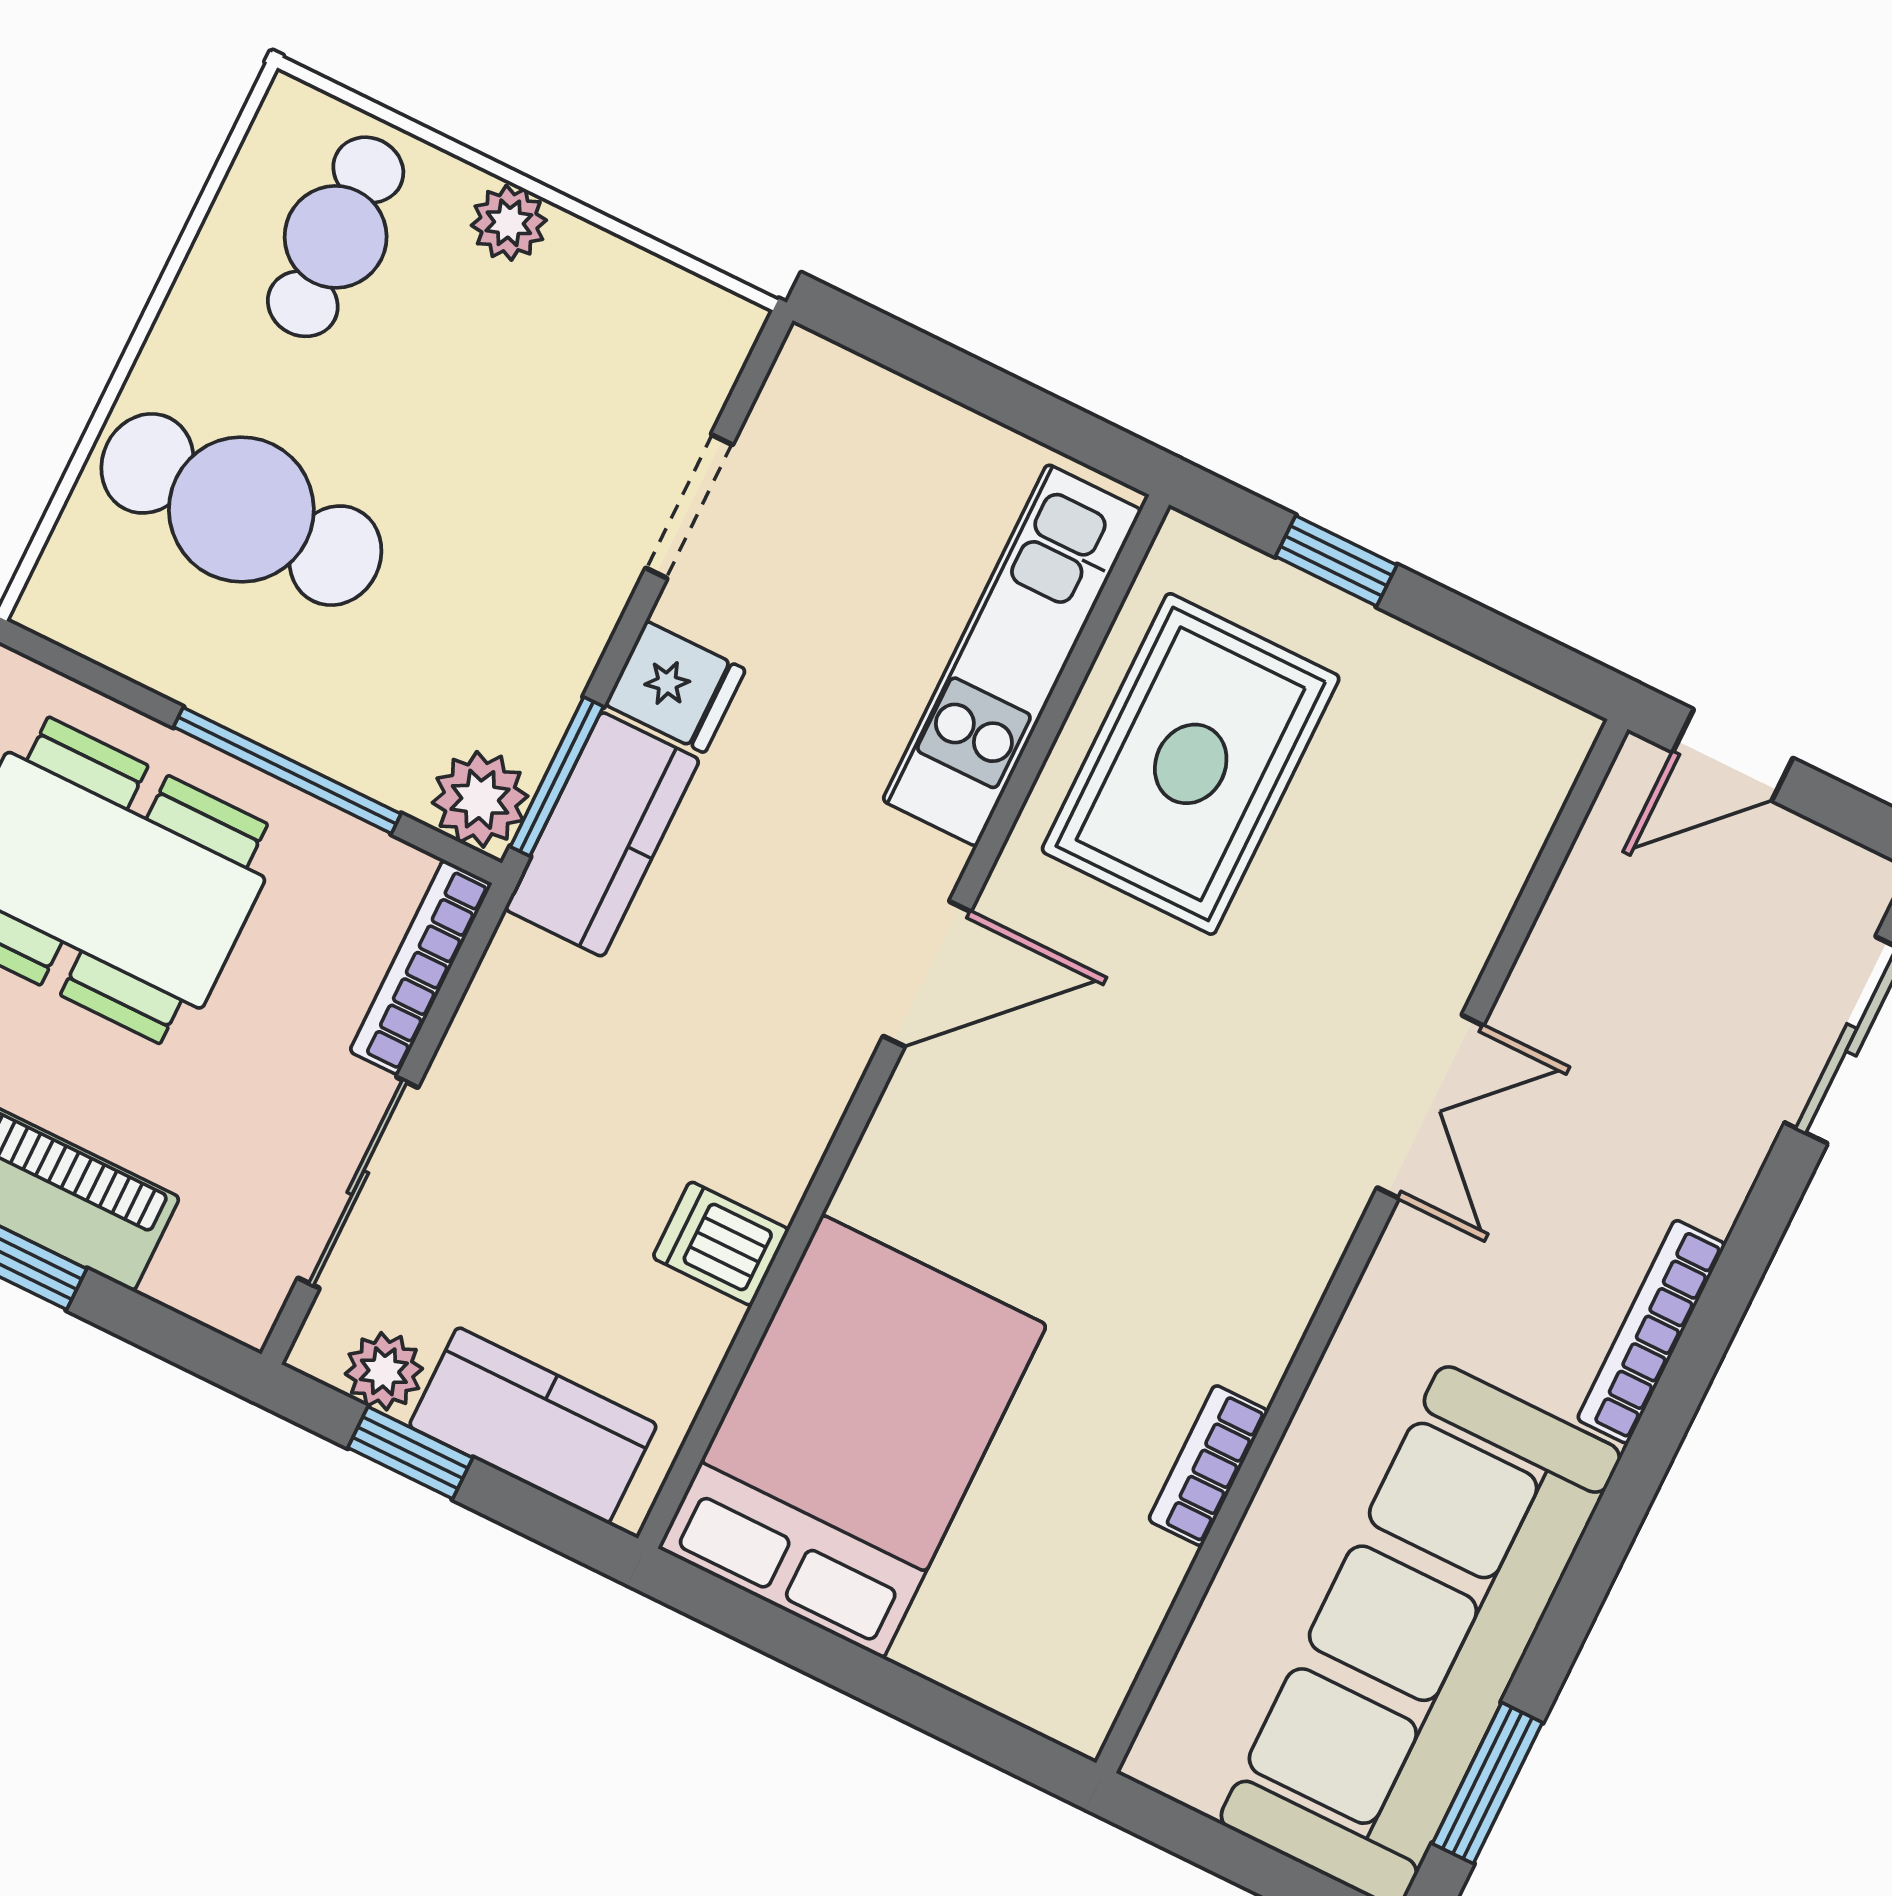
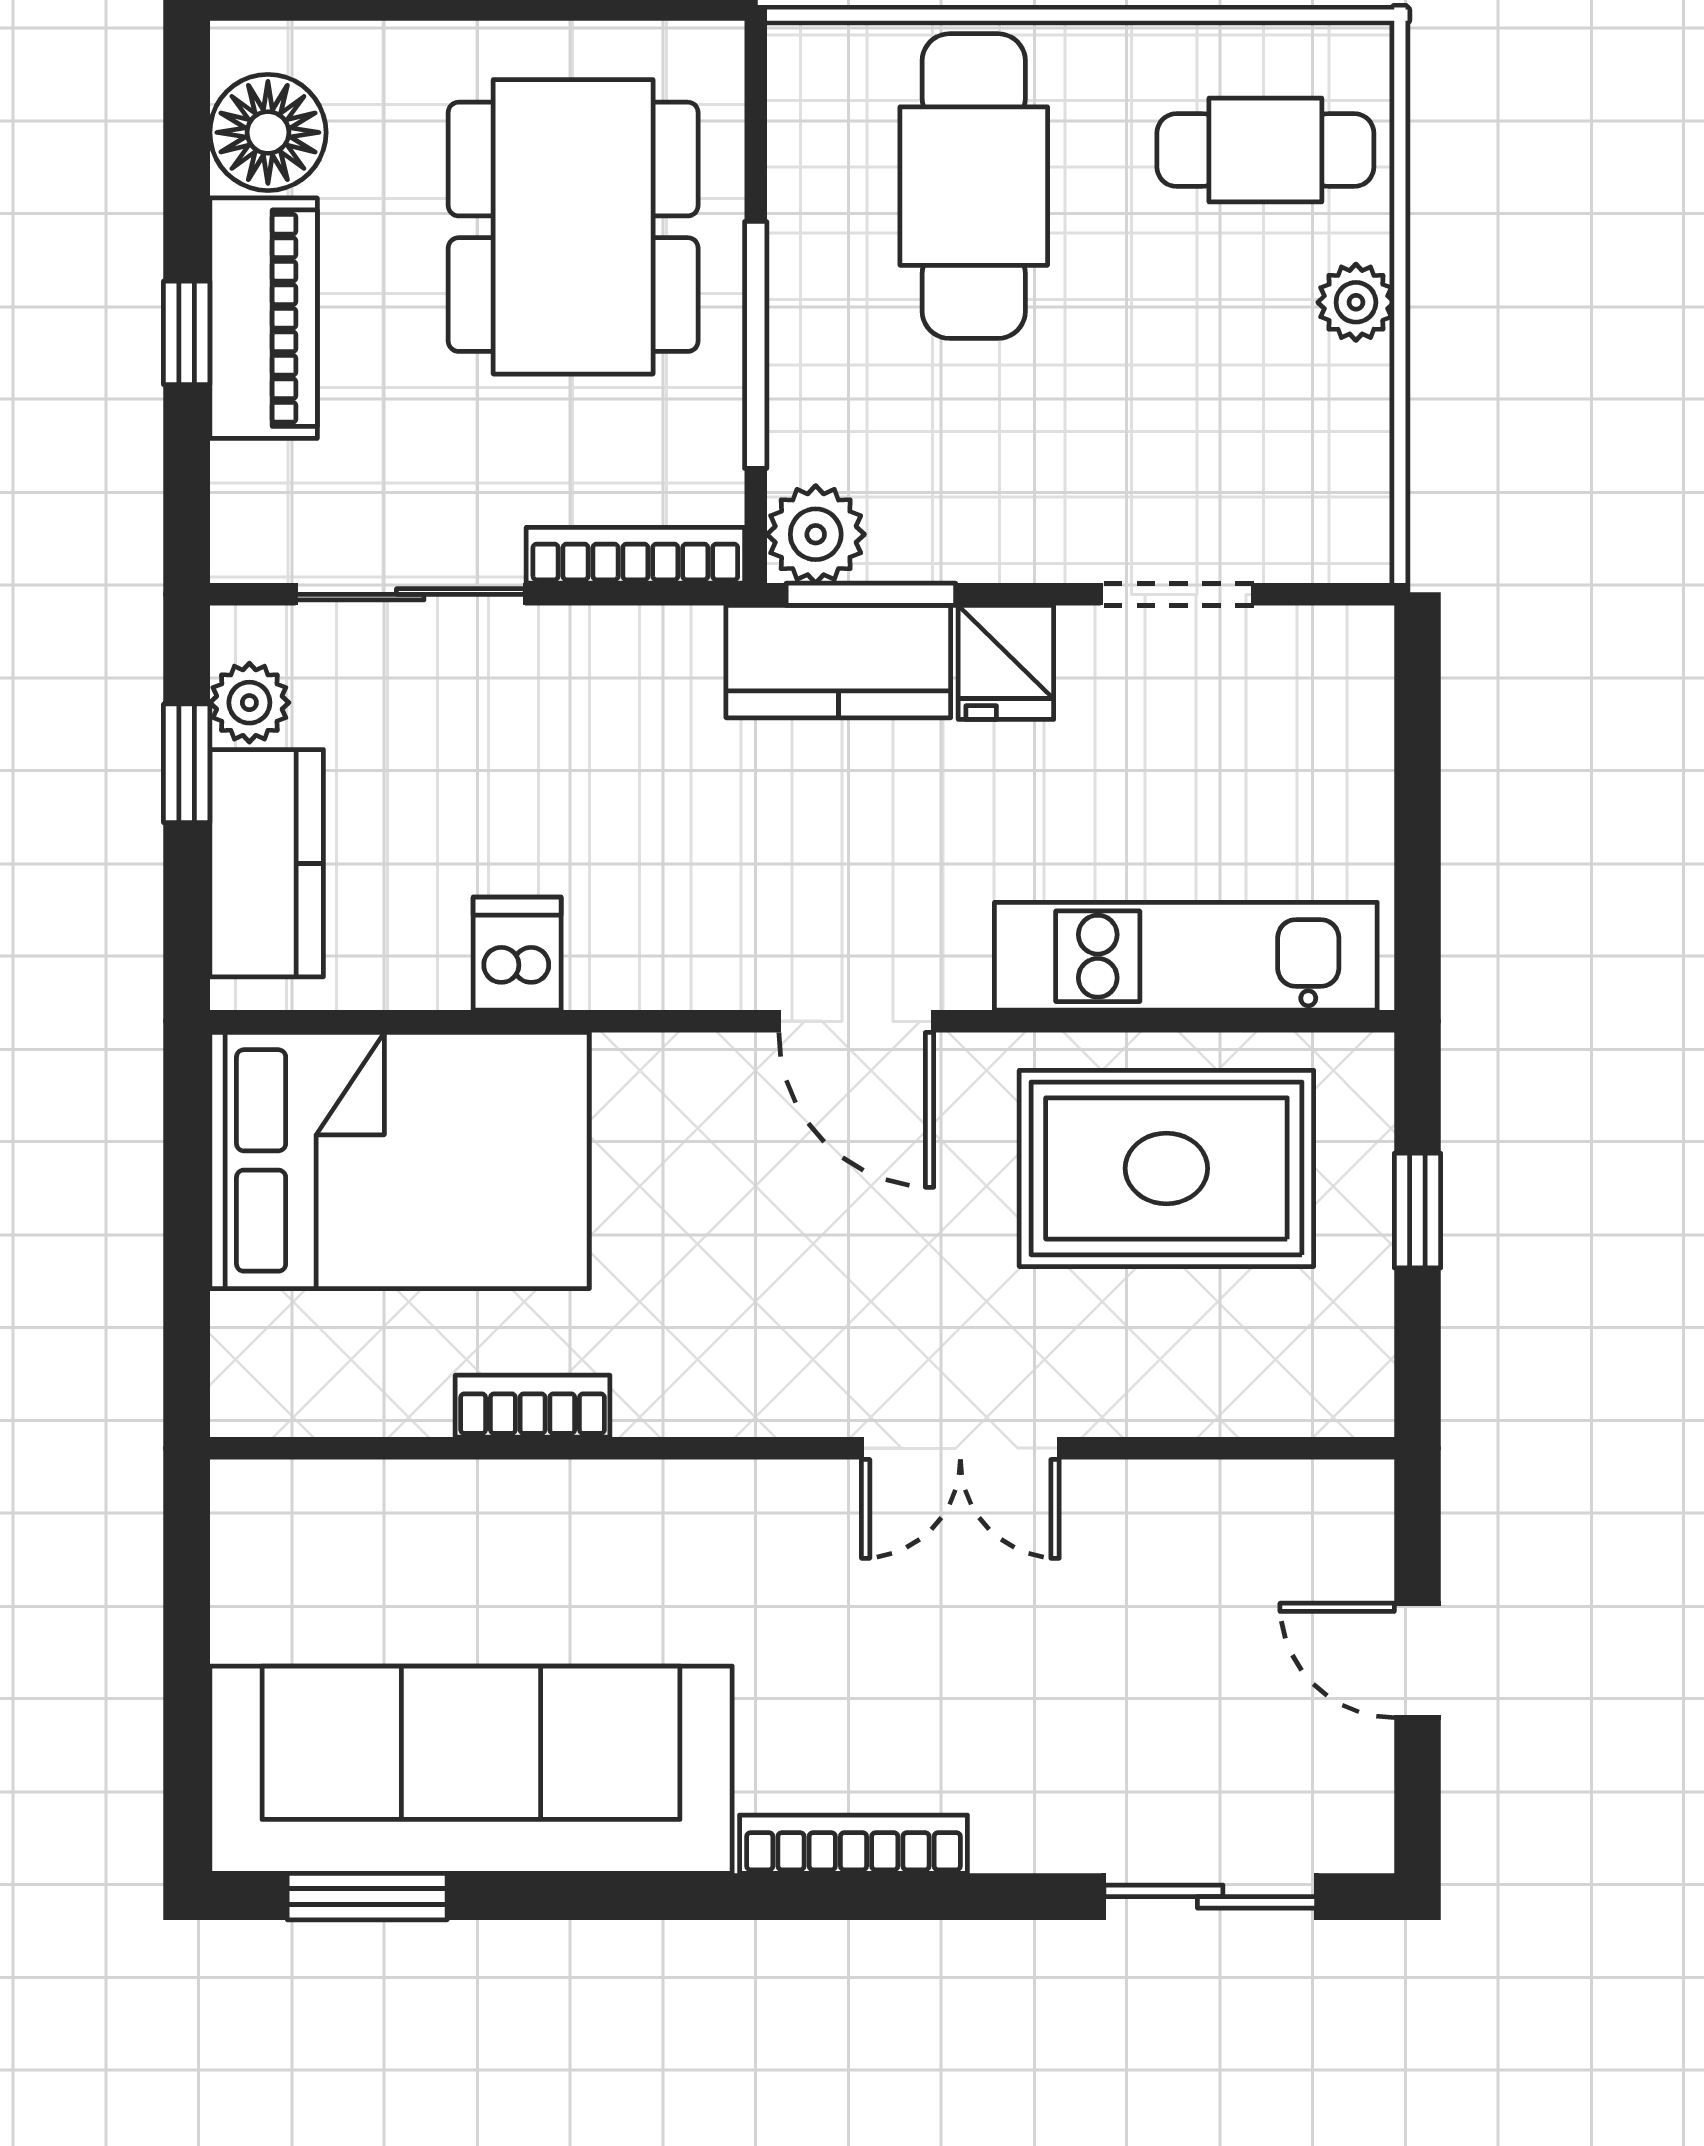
double door: (1430, 1107) -> (960, 1448), moved
wall: (1362, 1246) -> (802, 1448), moved
bookcase: (1208, 1466) -> (533, 1406), moved

